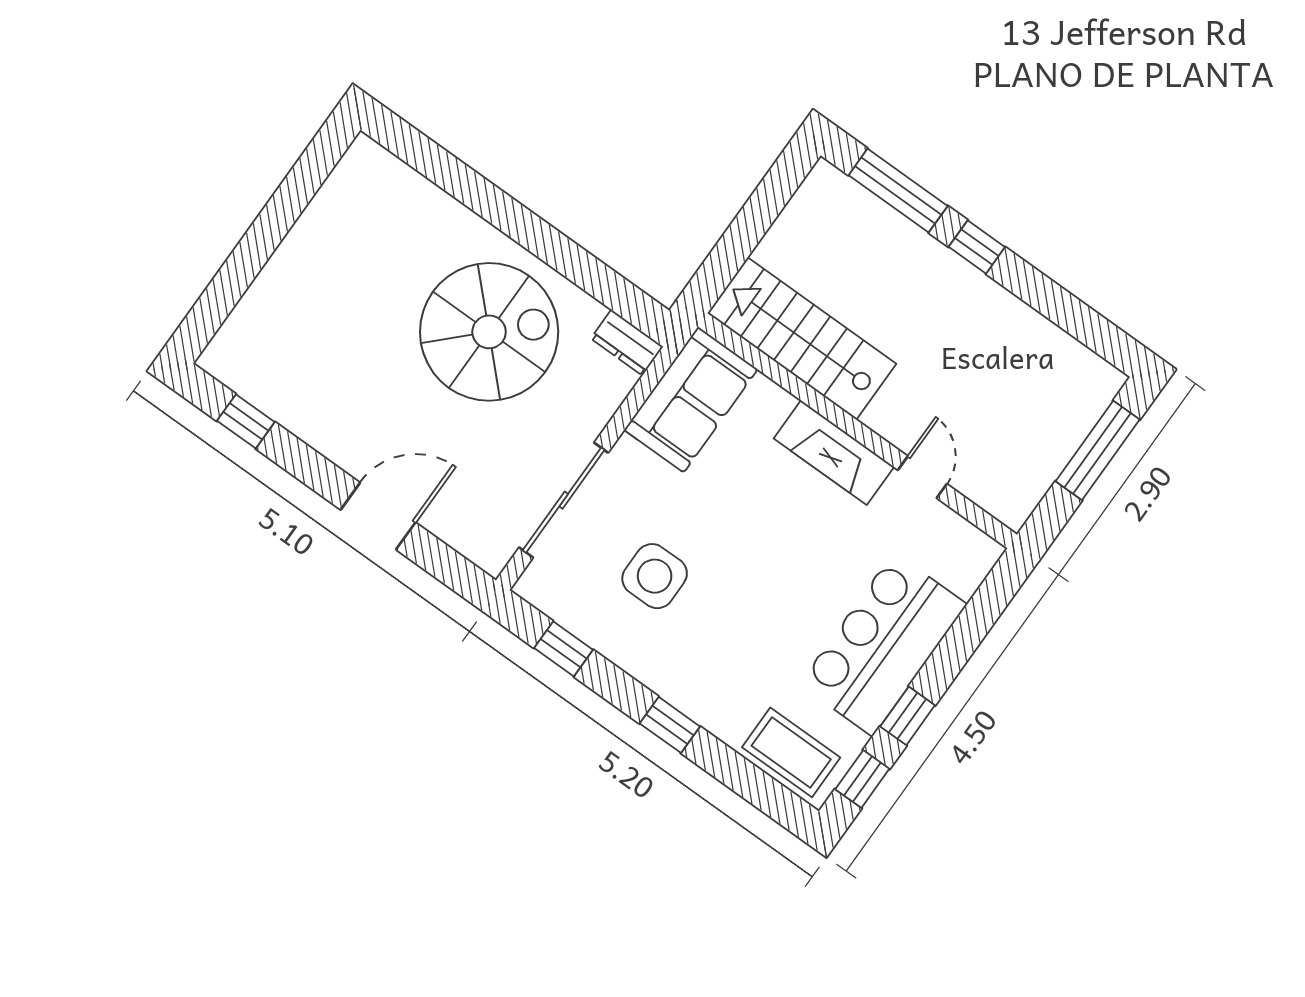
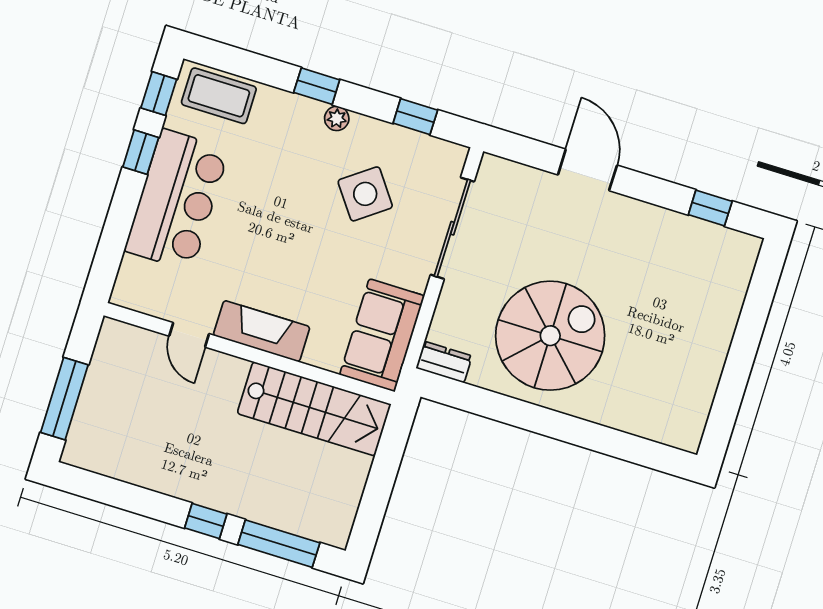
spiral stairs: (489, 332) -> (550, 336), turned 180
door: (378, 516) -> (587, 170), swing flipped
side table: (655, 576) -> (365, 194), turned -36
plant: (659, 678) -> (337, 118), added

